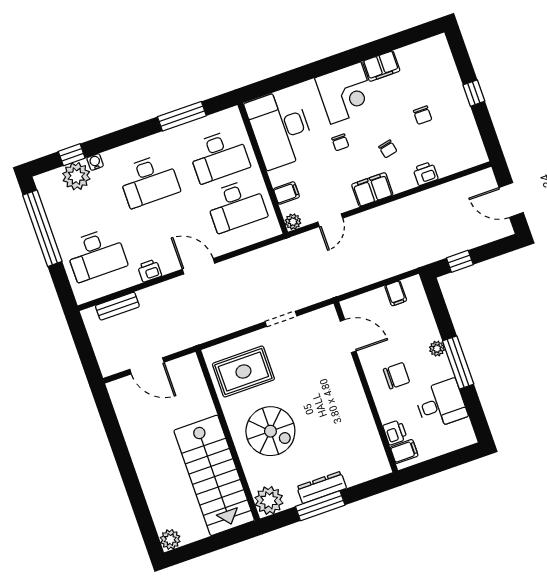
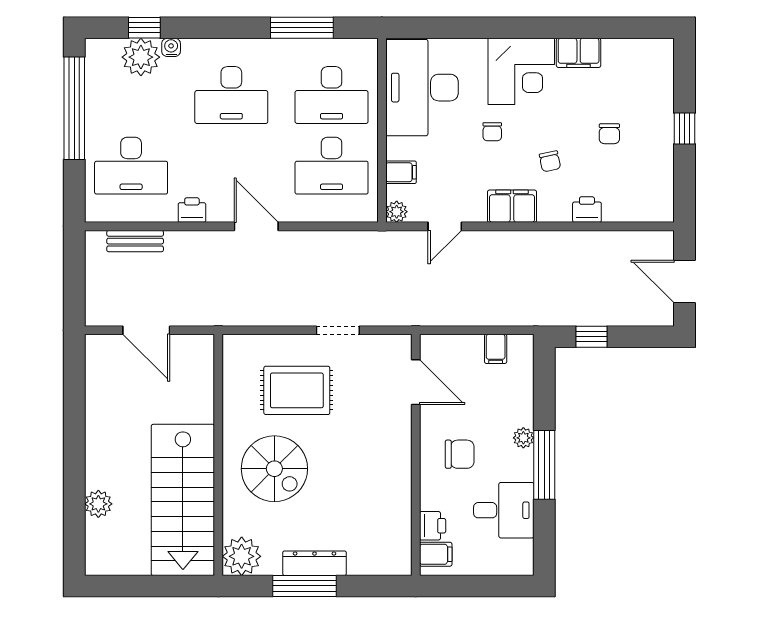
rug: (243, 372) -> (297, 390), moved
plant: (170, 539) -> (98, 504), moved

